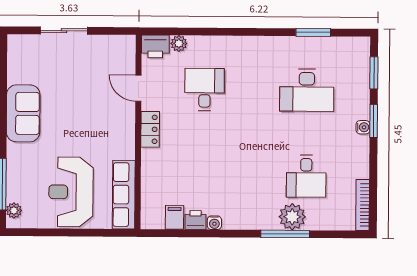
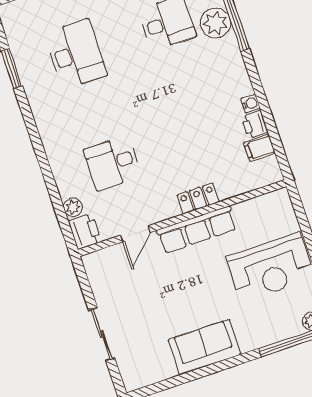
locker: (150, 129) -> (198, 198), moved
row of seats: (124, 195) -> (197, 230), moved

